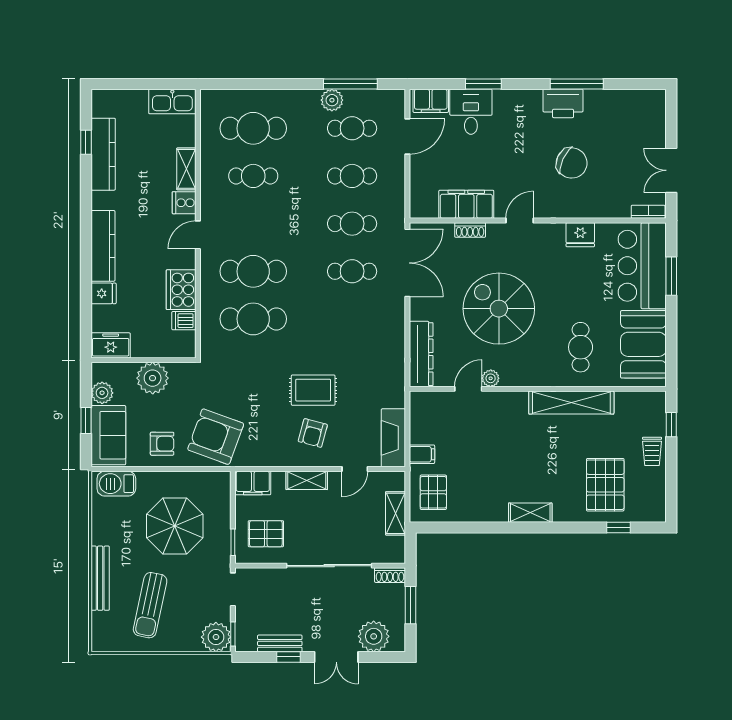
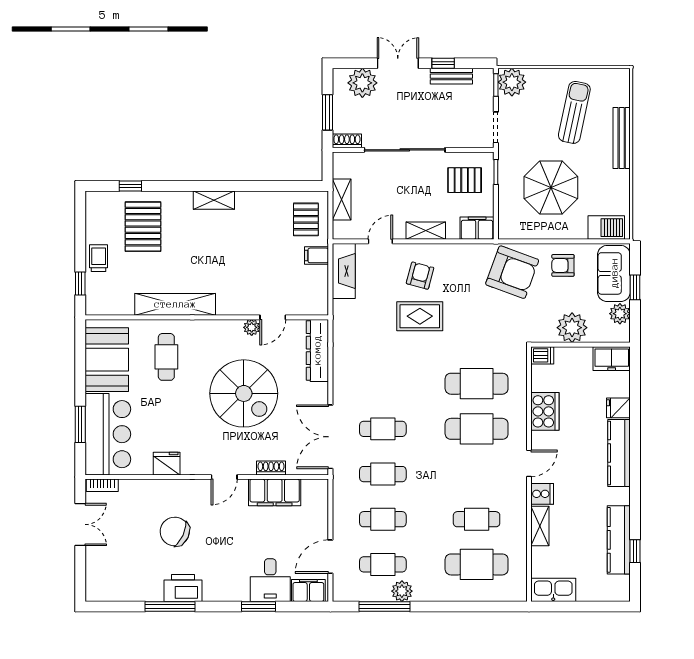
dishwasher: (184, 321) -> (542, 355), moved

